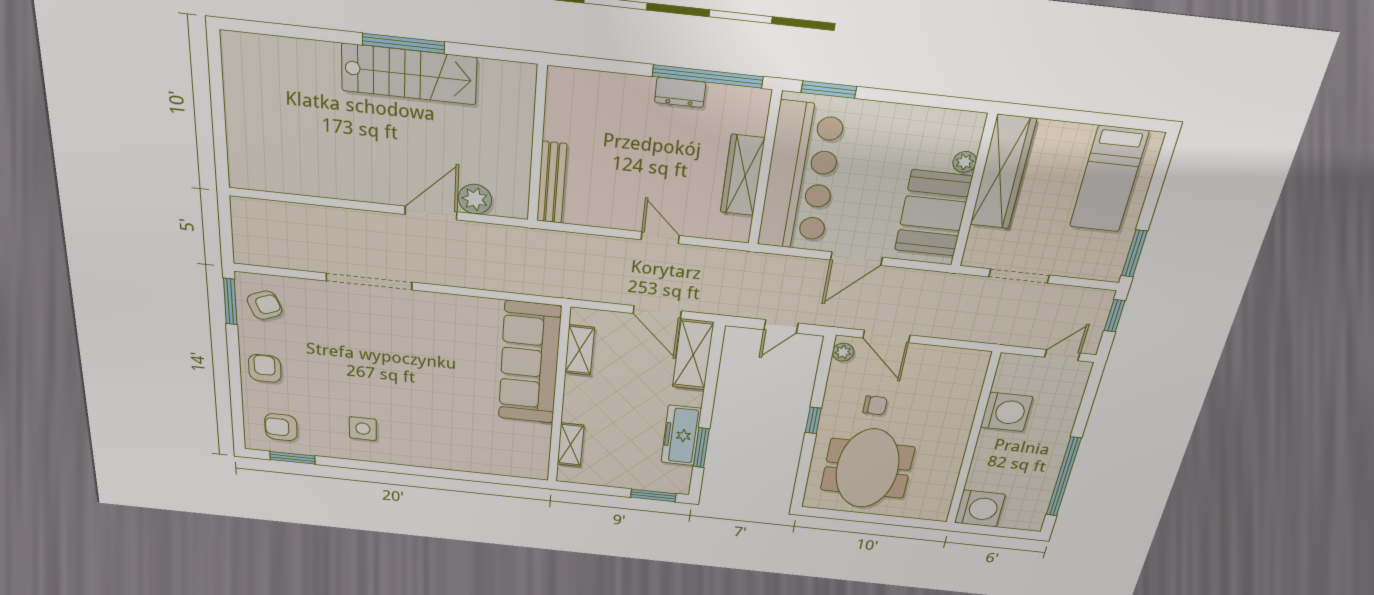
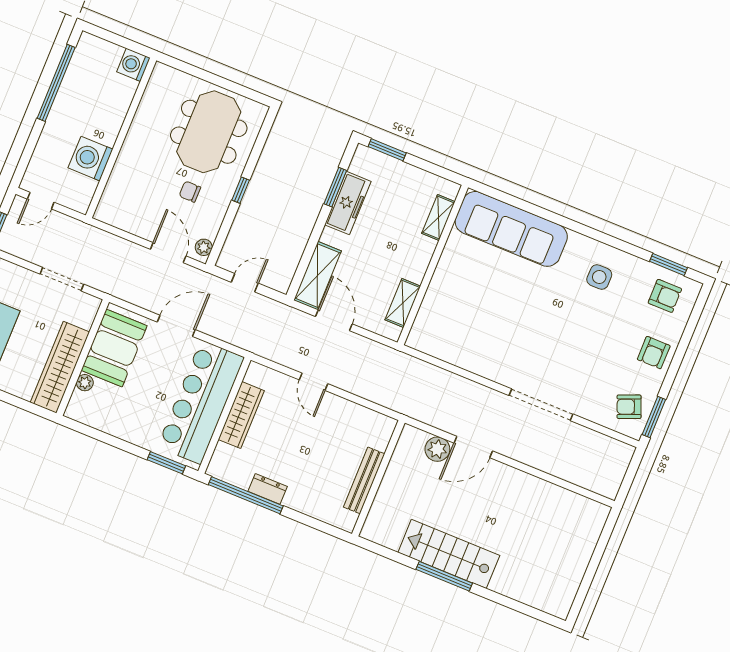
bench: (552, 183) -> (364, 480), moved
sofa: (530, 363) -> (511, 229), moved, turned 90
washing machine: (980, 509) -> (133, 65), width x0.73, depth x0.73

